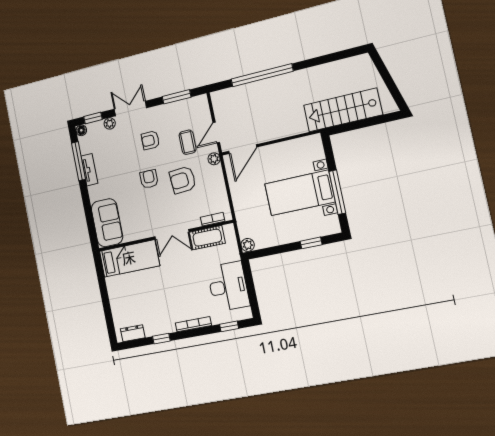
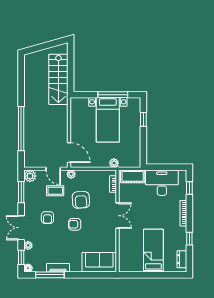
plant: (200, 103) -> (30, 176), added
cot: (207, 238) -> (133, 176), moved, turned 90
plant: (248, 245) -> (114, 163), moved
bed: (129, 258) -> (153, 251), moved

